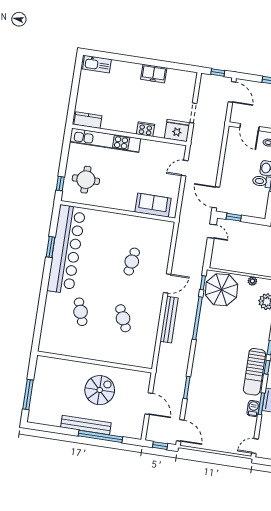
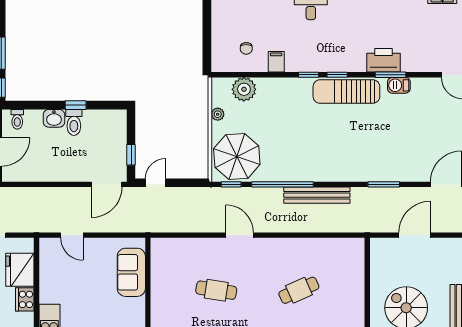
fridge: (177, 131) -> (20, 270), moved
bench: (169, 320) -> (317, 195), moved
sun lounger: (254, 372) -> (346, 92), turned 180

